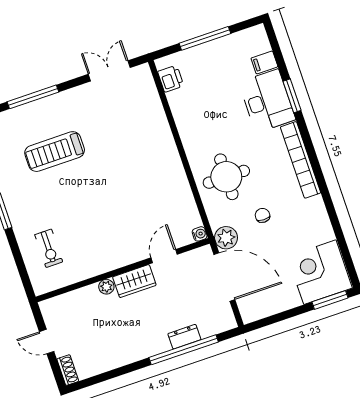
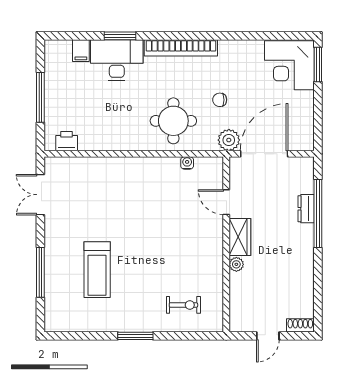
water cooler: (200, 234) -> (187, 163), moved

